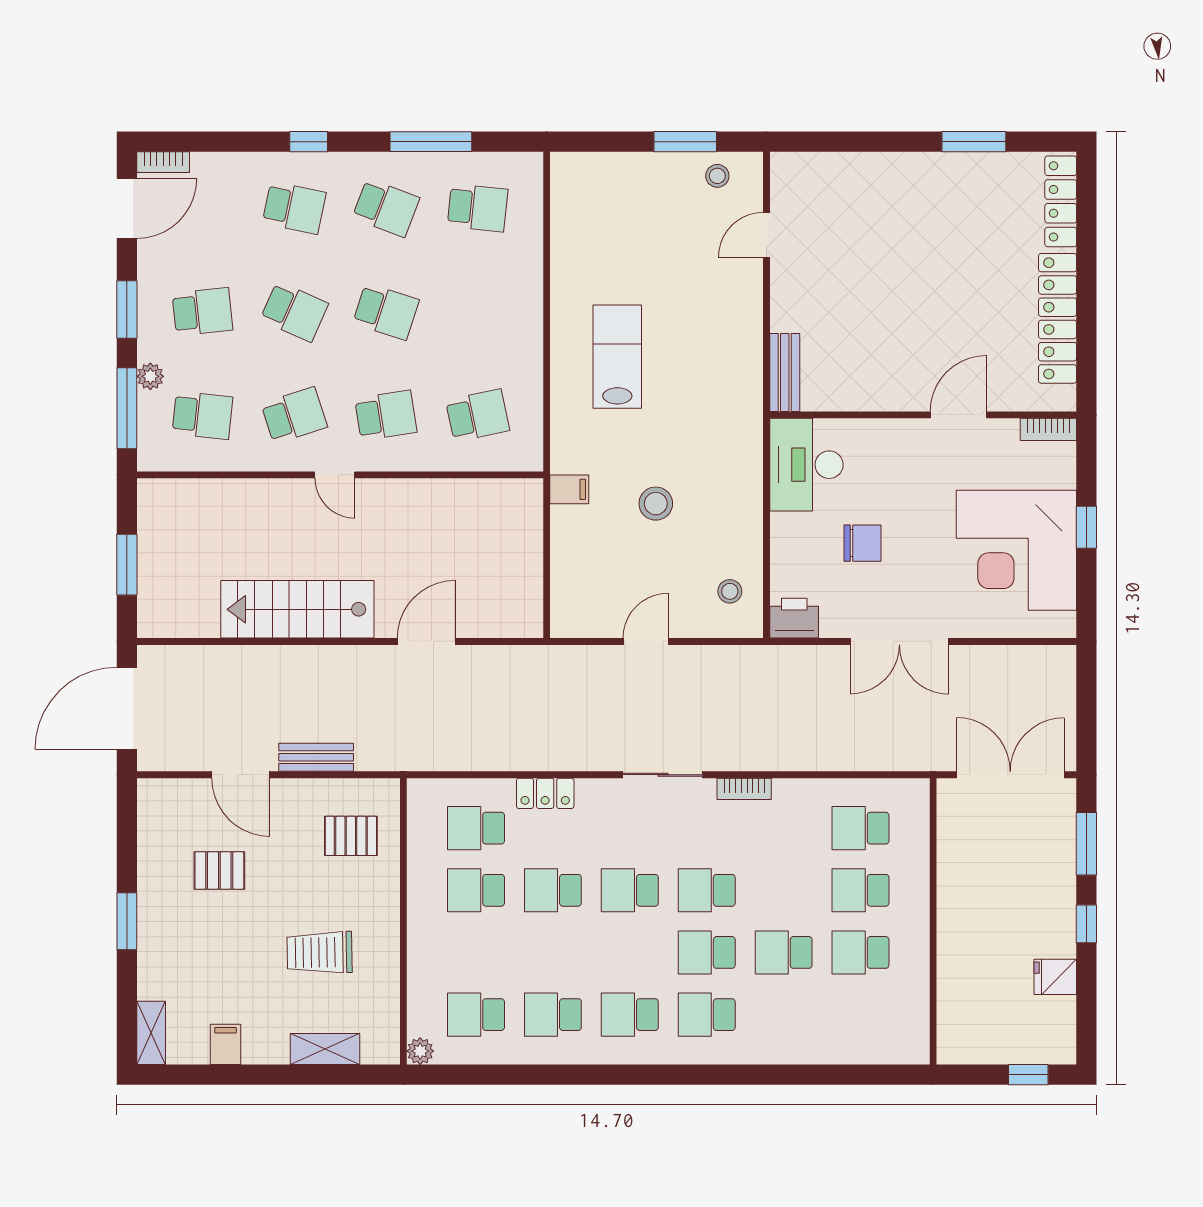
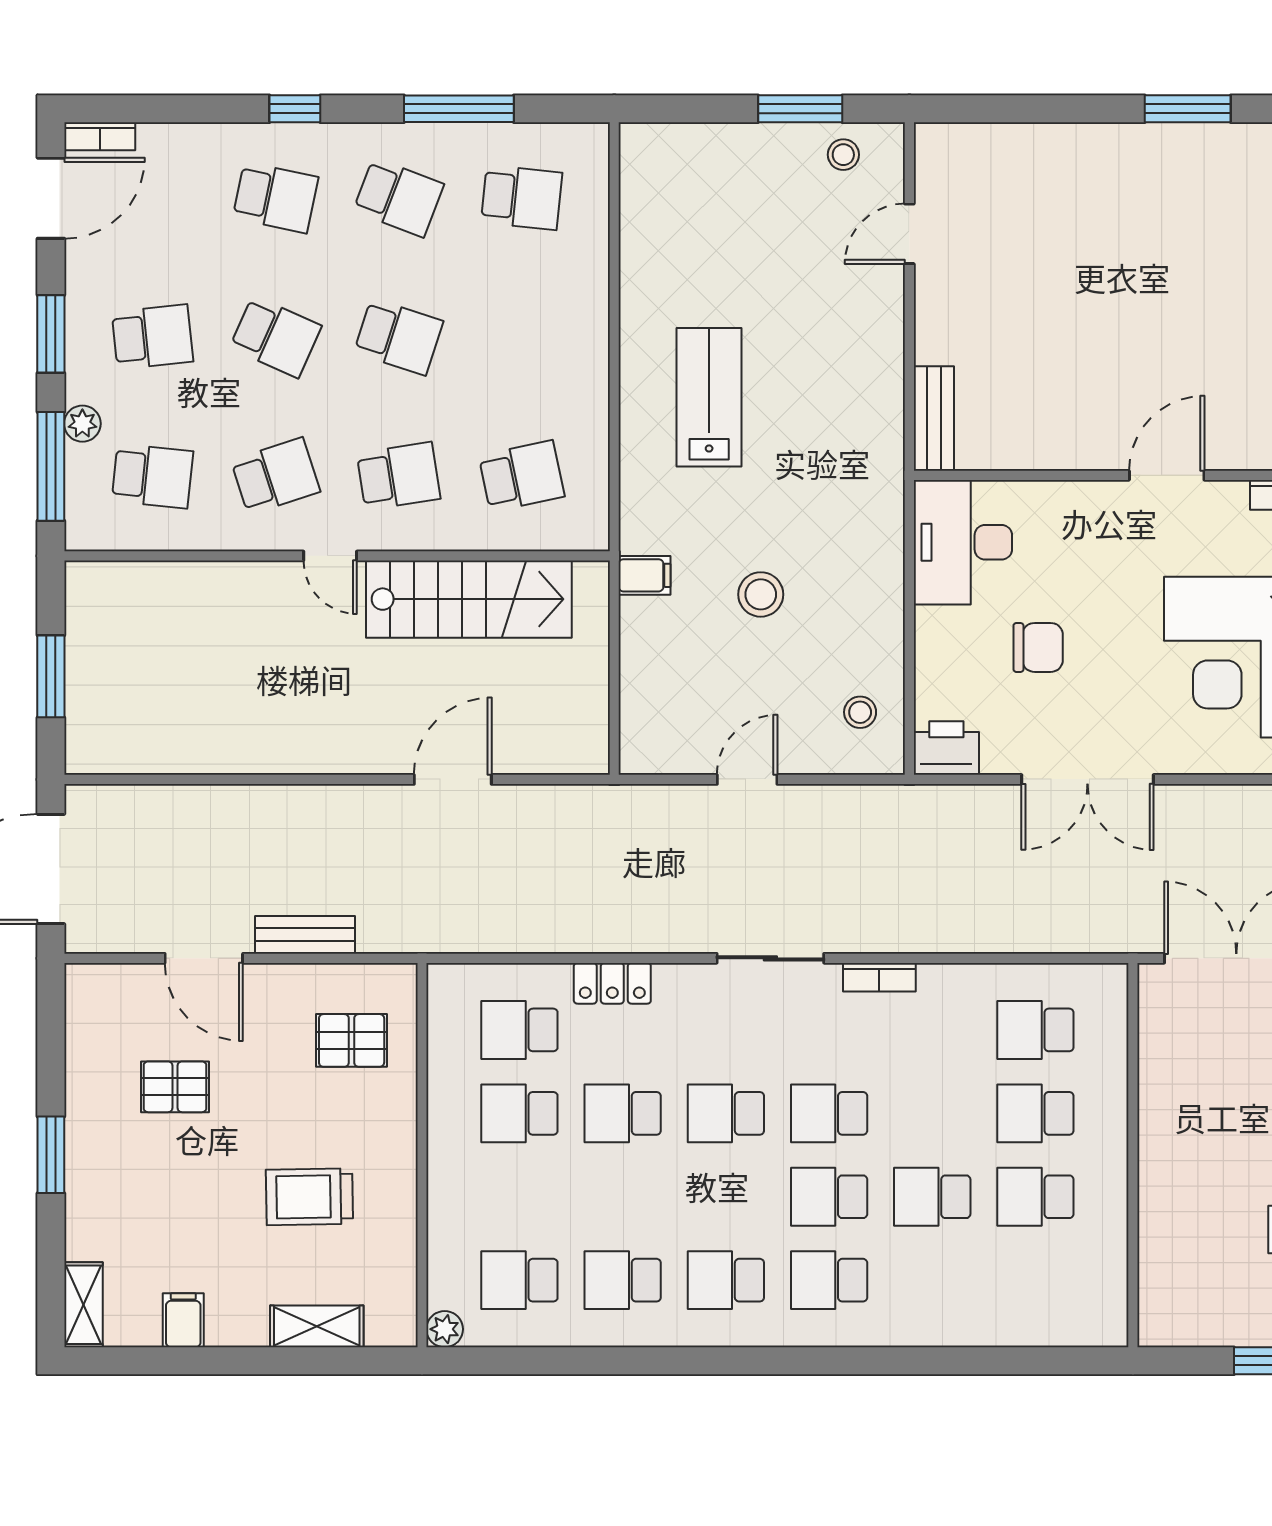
stairs: (297, 609) -> (469, 599), moved, turned 180

